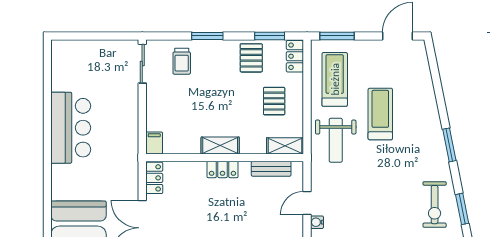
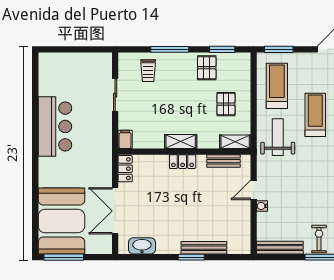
window: (207, 36) -> (170, 49), width x1.44
locker: (295, 56) -> (243, 66), removed
sliding door: (142, 64) -> (115, 95), moved
weight bench: (336, 140) -> (278, 137), turned 180

